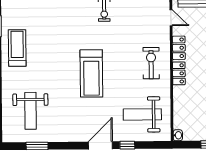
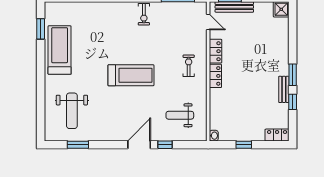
treadmill: (17, 48) -> (60, 50), width x1.37, depth x1.38
exercise bike: (151, 63) -> (189, 66), width x0.73, depth x0.72
treadmill: (91, 73) -> (131, 75), turned -90
weight bench: (142, 114) -> (180, 115), width x0.73, depth x0.75

